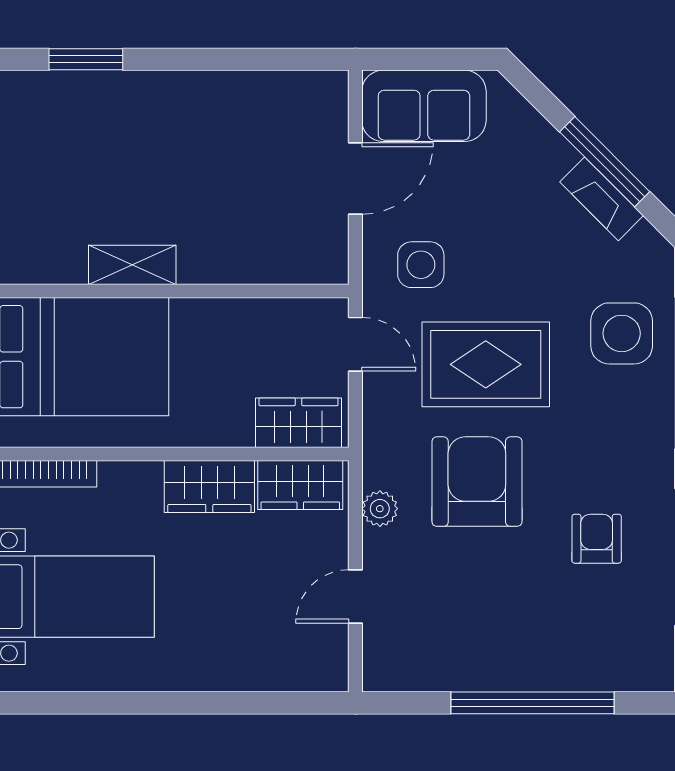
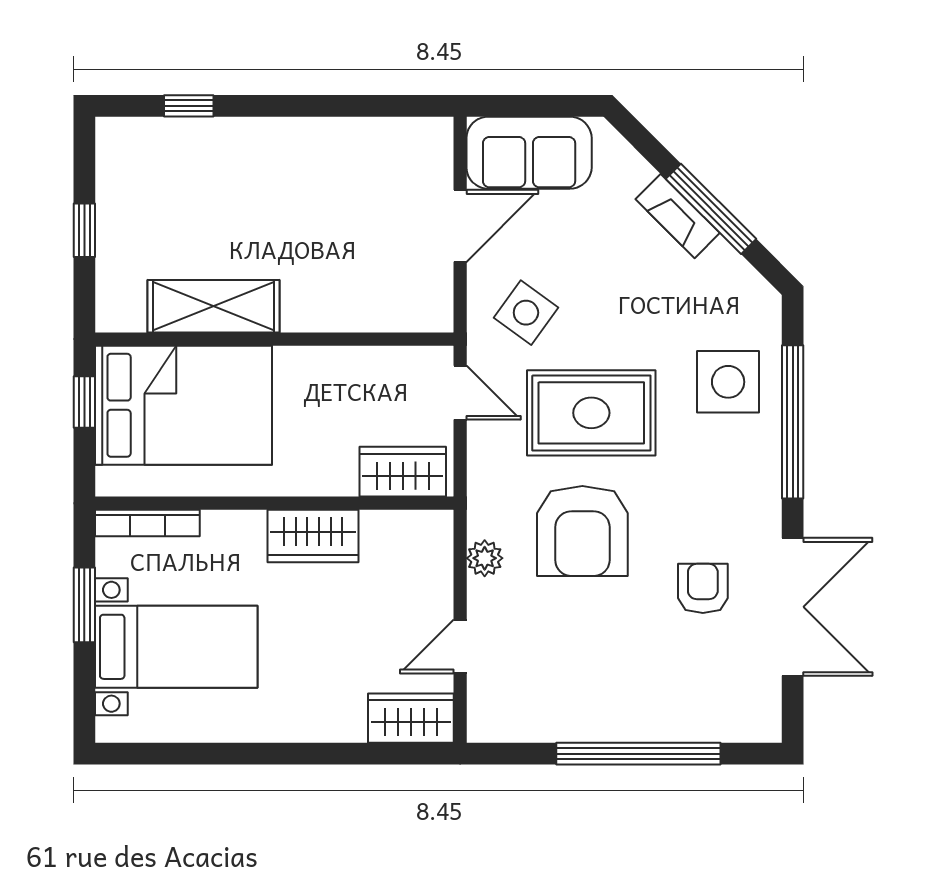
window: (86, 59) -> (189, 106), width x0.67
fireplace: (602, 199) -> (678, 216), moved
shelving: (132, 265) -> (214, 306), width x1.50, depth x1.33
side table: (421, 265) -> (526, 313), turned 36
armchair: (477, 482) -> (582, 531), turned 180
wardrobe: (300, 485) -> (411, 718), moved, turned 180

